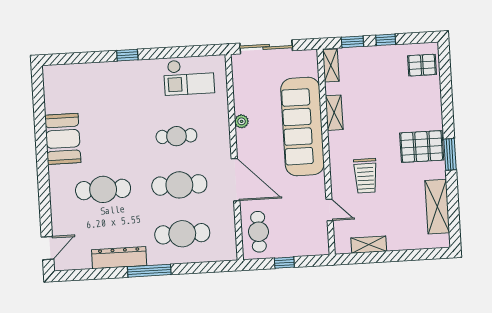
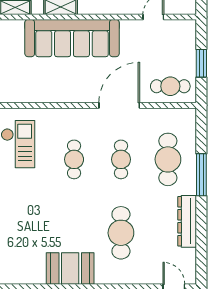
plant: (242, 121) -> (64, 96), removed
cafe table: (179, 185) -> (121, 159), width x0.73, depth x0.74
window: (284, 263) -> (201, 63), width x1.50
window: (149, 271) -> (201, 175), moved

